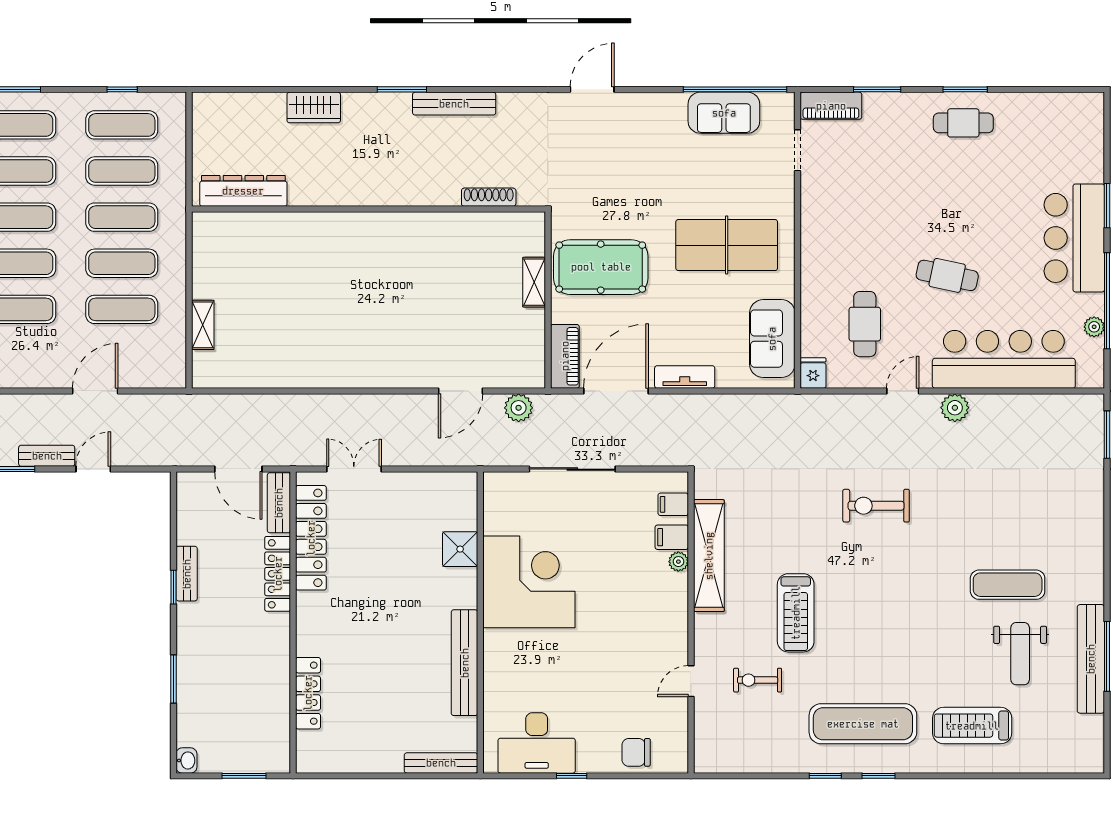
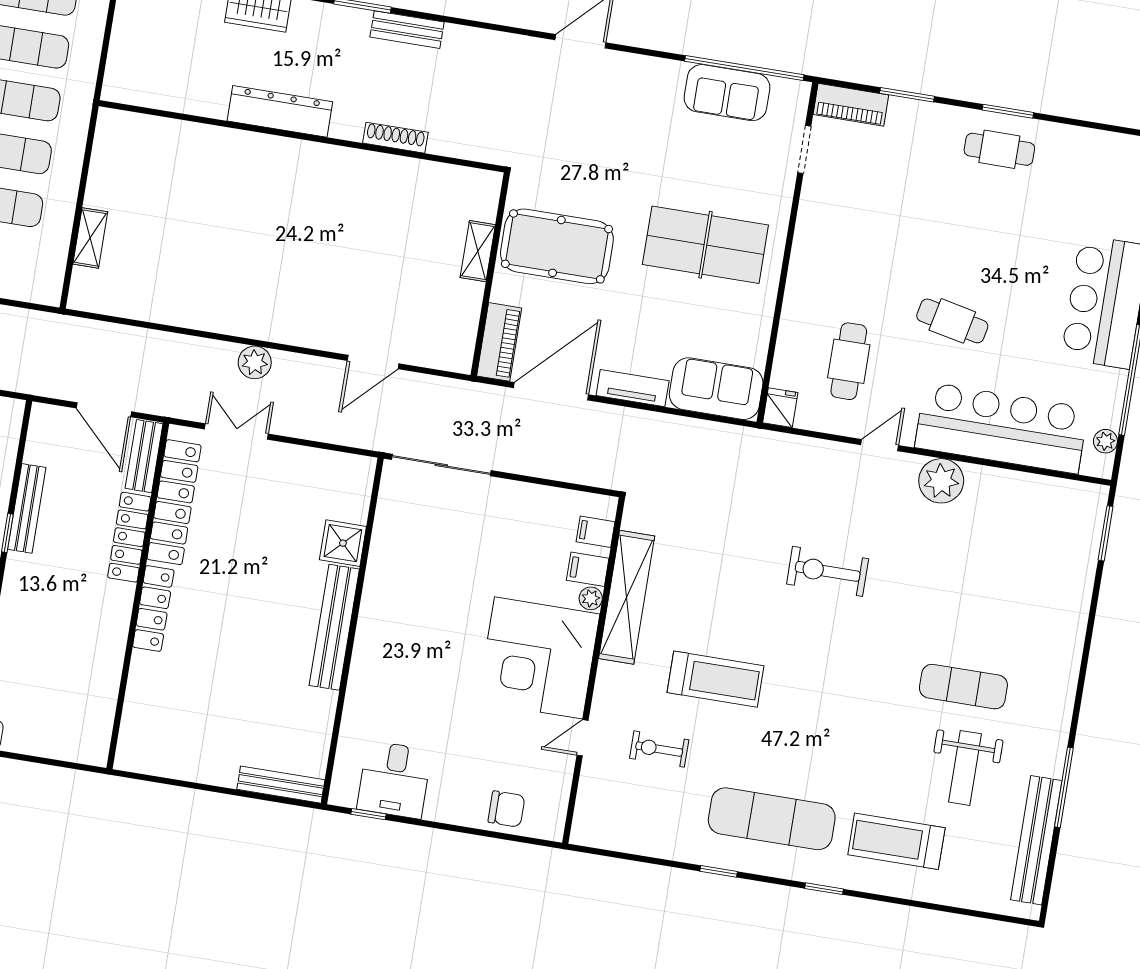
bench: (454, 104) -> (407, 30), width x0.73
dresser: (243, 191) -> (280, 111), moved
shoe rack: (489, 197) -> (395, 138), moved
plant: (1094, 327) -> (1105, 441), moved
sofa: (772, 339) -> (716, 389), moved, turned 90
plant: (519, 408) -> (255, 362), moved
plant: (955, 408) -> (941, 481), width x1.36, depth x1.36
sliding door: (572, 469) -> (441, 465), moved
bench: (187, 574) -> (27, 508), width x1.36
corner desk: (529, 582) -> (539, 658), moved, turned 180
treadmill: (796, 613) -> (715, 679), turned -90
bench: (1091, 659) -> (1036, 840), moved
bench: (465, 663) -> (334, 627), moved
locker: (308, 693) -> (153, 608), moved
desk: (537, 743) -> (394, 780), width x0.73
chair: (636, 752) -> (506, 809), turned 180
window: (244, 776) -> (53, 762), removed
window: (572, 776) -> (369, 814), moved
window: (879, 776) -> (824, 889), moved

